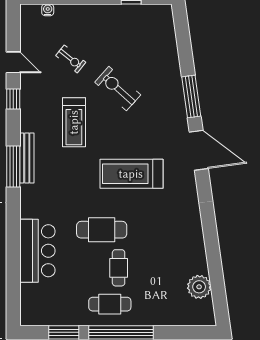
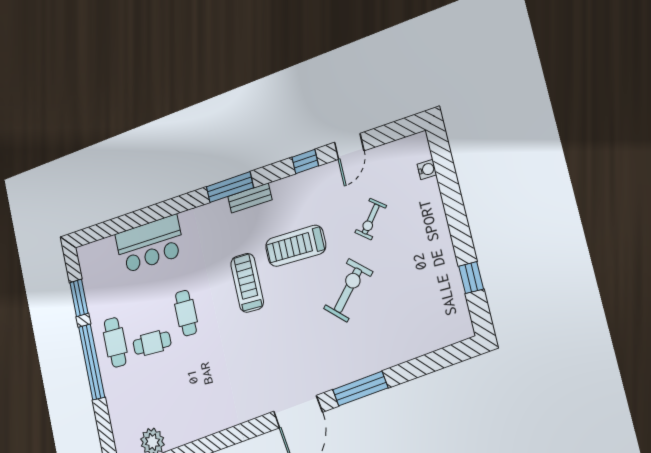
bench: (27, 158) -> (250, 198), width x0.73
treadmill: (131, 174) -> (247, 283), moved, width x0.73, depth x0.73
cafe table: (102, 230) -> (186, 313), width x0.73, depth x0.74

